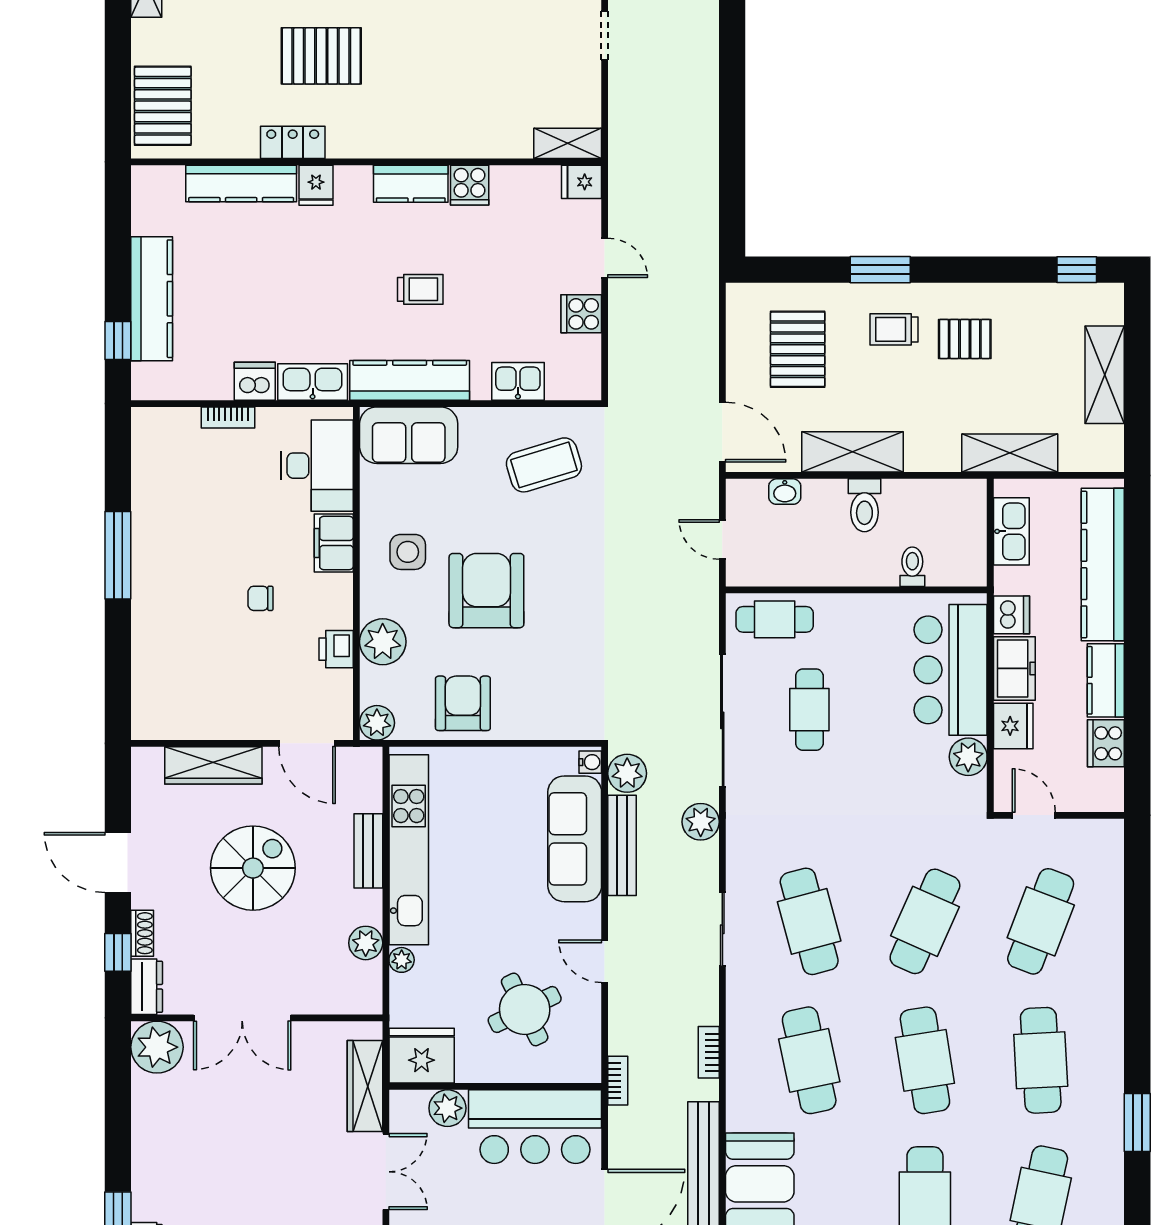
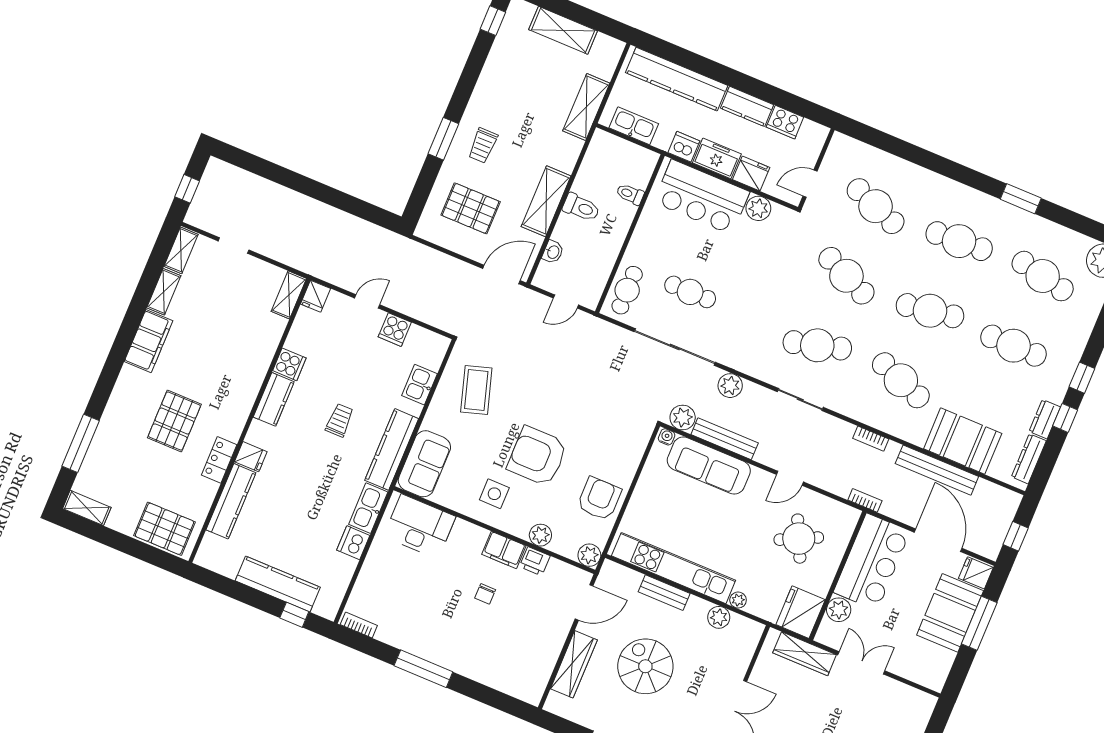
pallet: (965, 339) -> (506, 105), removed
bookcase: (228, 417) -> (359, 625), moved, turned -90
filing cabinet: (334, 543) -> (504, 550), moved
plant: (383, 642) -> (540, 535), width x0.73, depth x0.73
armchair: (463, 703) -> (599, 499), turned 90
cafe table: (809, 1060) -> (901, 380), turned 33

